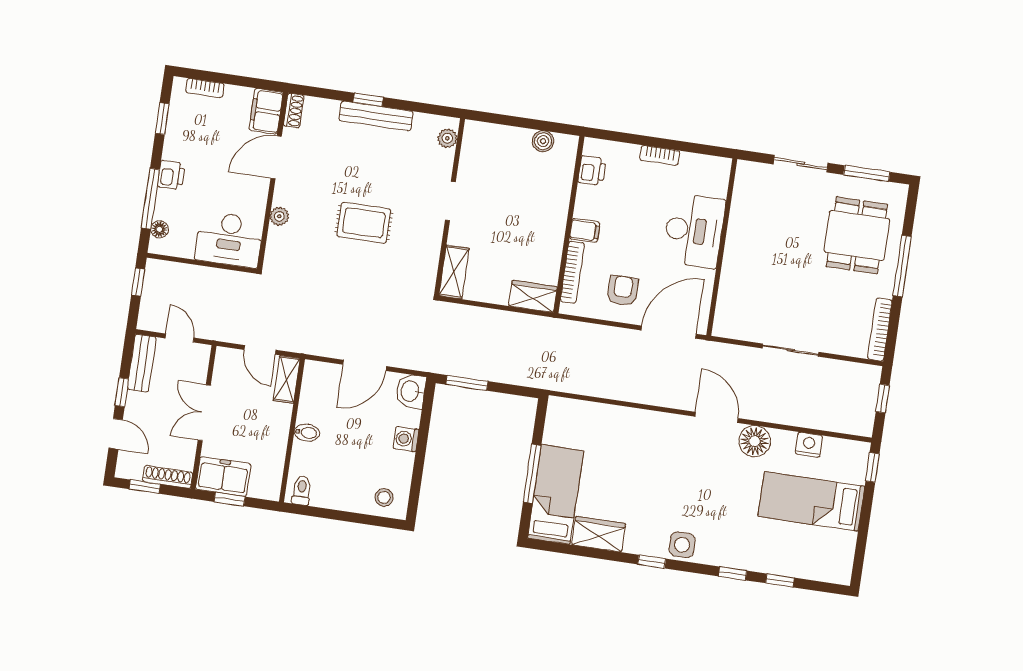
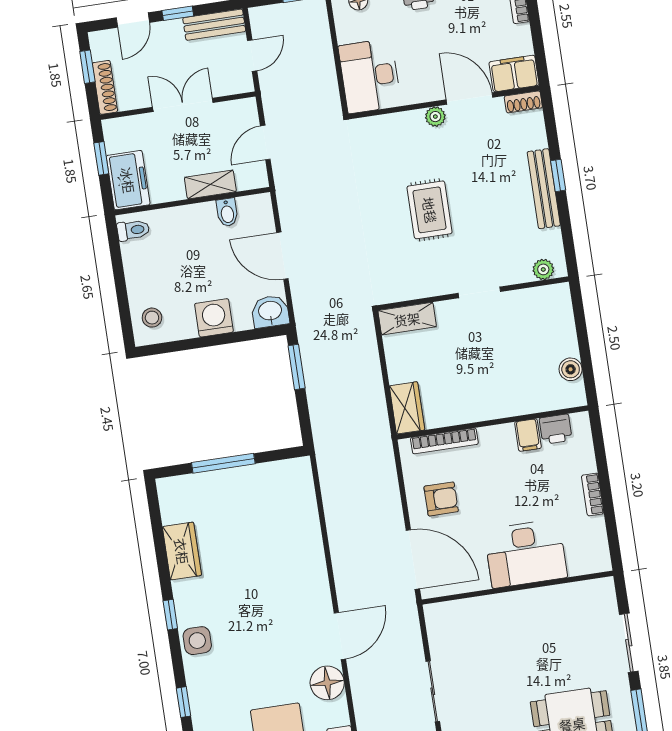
plant: (279, 216) -> (435, 117), moved
filing cabinet: (585, 230) -> (528, 435), moved
shelving: (287, 379) -> (210, 185), moved
bidet: (307, 433) -> (227, 212), moved
washing machine: (406, 439) -> (214, 318), width x1.38, depth x1.38
freezer: (223, 477) -> (128, 180), moved
bed: (556, 494) -> (209, 494), removed

